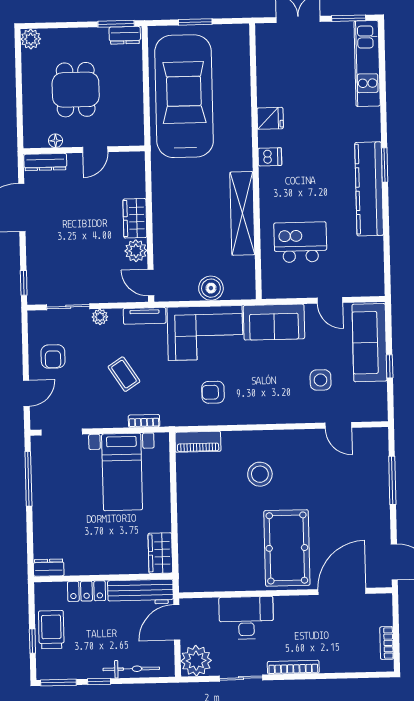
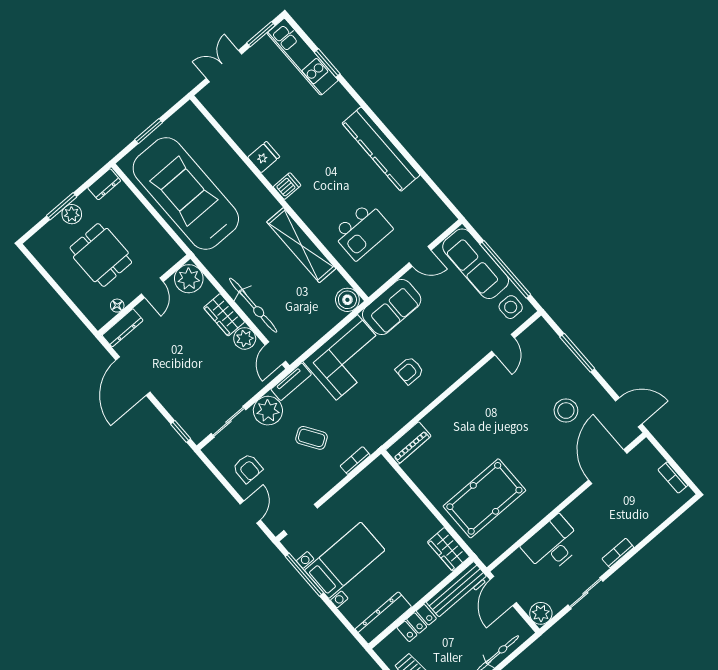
window: (116, 24) -> (62, 206), moved
plant: (31, 39) -> (72, 214), moved
window: (385, 165) -> (327, 63), moved
plant: (130, 166) -> (189, 279), added
bicycle: (164, 230) -> (253, 305), added
kitchen island: (300, 242) -> (362, 231), turned 180
door: (151, 283) -> (275, 353), hinge flipped
boiler: (211, 288) -> (347, 300), moved
plant: (100, 317) -> (268, 411), width x1.87, depth x1.87
window: (390, 366) -> (505, 269), width x3.17
side table: (321, 380) -> (511, 307), moved
armchair: (213, 392) -> (410, 370), moved
door: (338, 425) -> (503, 345), hinge flipped
bed with nightstands: (122, 472) -> (345, 560), moved, turned -90
stool: (260, 474) -> (566, 411), moved
pool table: (287, 548) -> (484, 498), moved, turned 90
dresser: (49, 568) -> (383, 618), width x1.96, depth x1.24
plant: (196, 661) -> (541, 613), width x0.73, depth x0.73
bookcase: (293, 667) -> (618, 553), width x0.64

